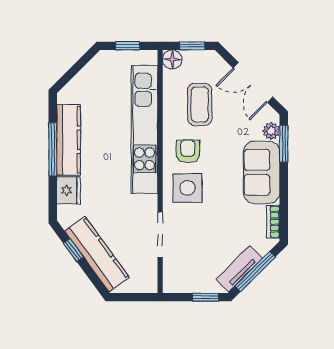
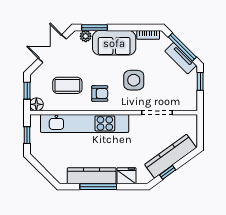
double door: (253, 82) -> (52, 49), swing flipped
armchair: (188, 151) -> (100, 94), turned 180
side table: (187, 188) -> (134, 80), moved

